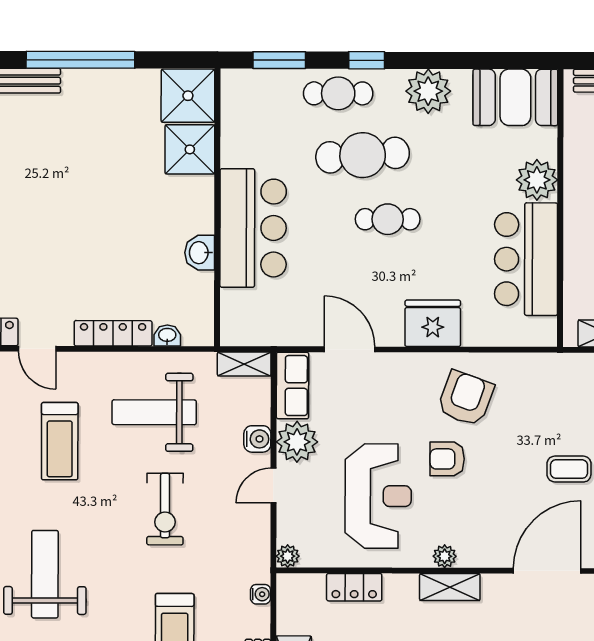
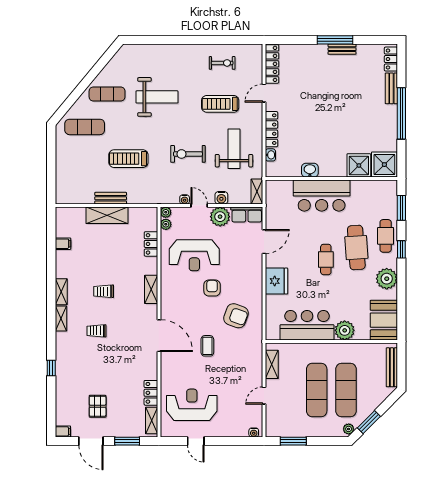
armchair: (466, 398) -> (236, 316), moved
plant: (445, 556) -> (166, 224), moved
water cooler: (261, 594) -> (185, 199), moved

